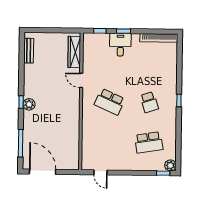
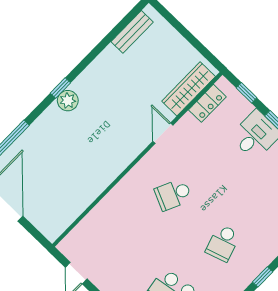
locker: (88, 51) -> (207, 103), added
school desk: (110, 102) -> (173, 194), width x0.54

